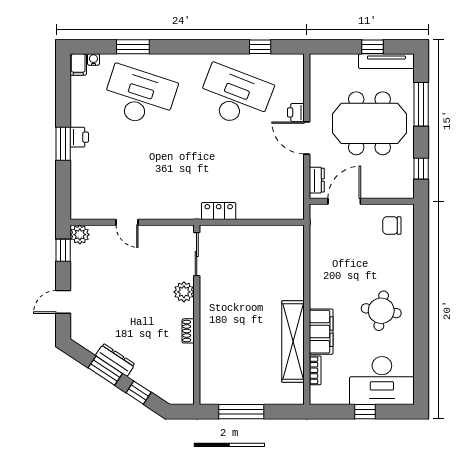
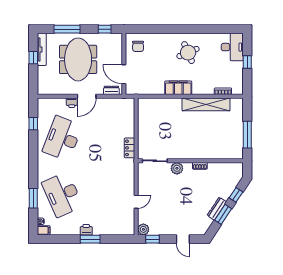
desk: (139, 96) -> (62, 194), turned -42
round table: (381, 311) -> (188, 53), turned -32
filing cabinet: (321, 332) -> (178, 88), moved
desk: (382, 381) -> (232, 47), width x0.73, depth x0.77

